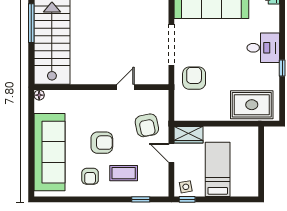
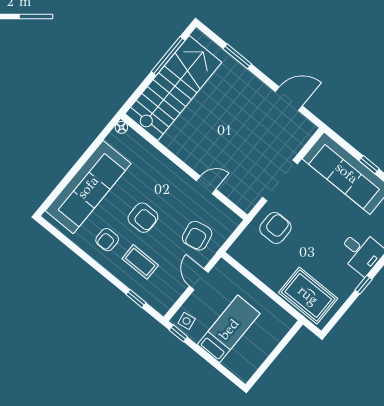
wardrobe: (189, 135) -> (228, 276), removed

